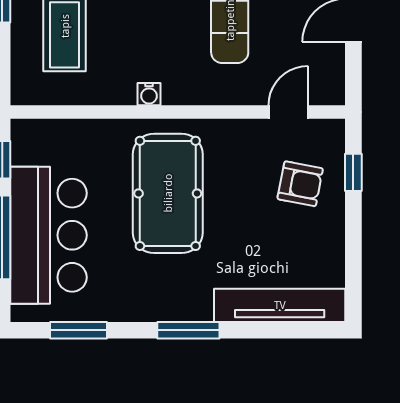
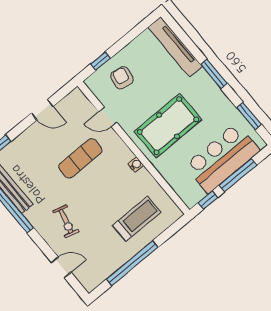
door: (288, 112) -> (108, 117), moved

